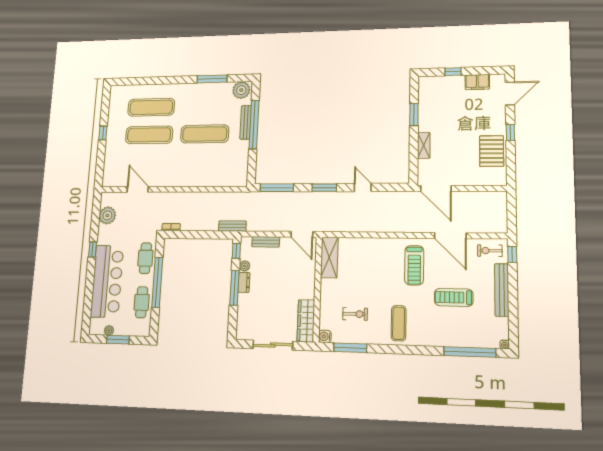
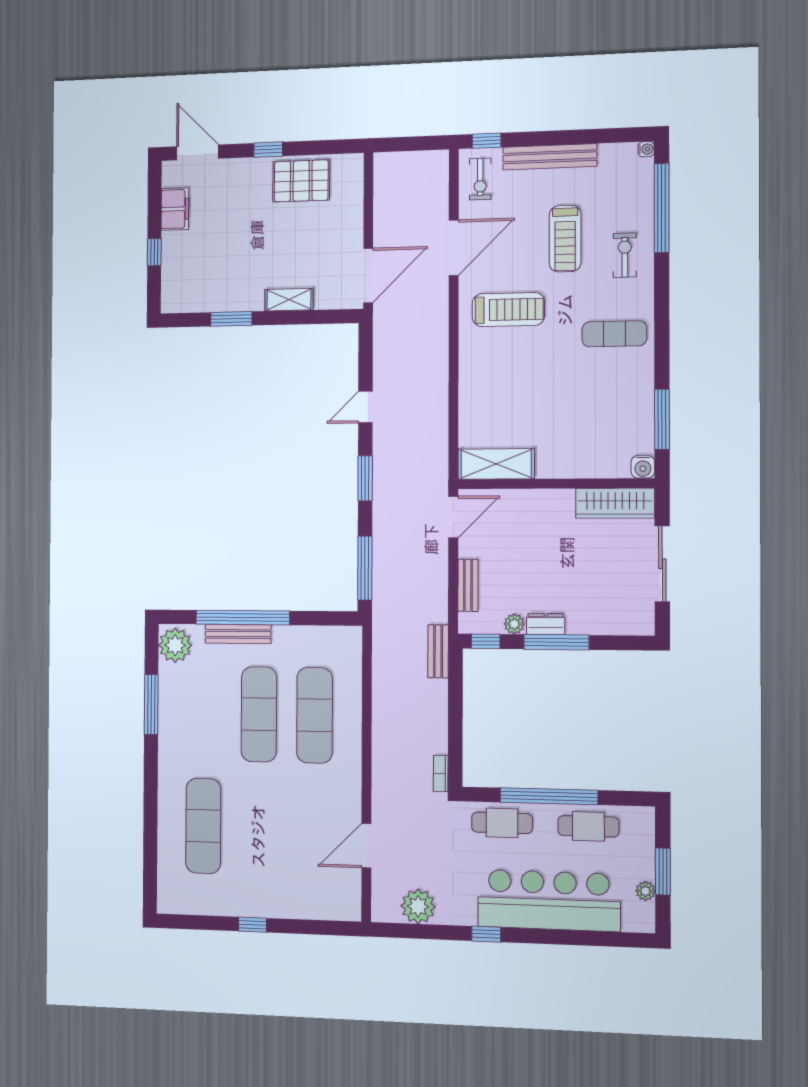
exercise mat: (149, 135) -> (315, 715), moved
exercise bike: (355, 314) -> (625, 255), moved

